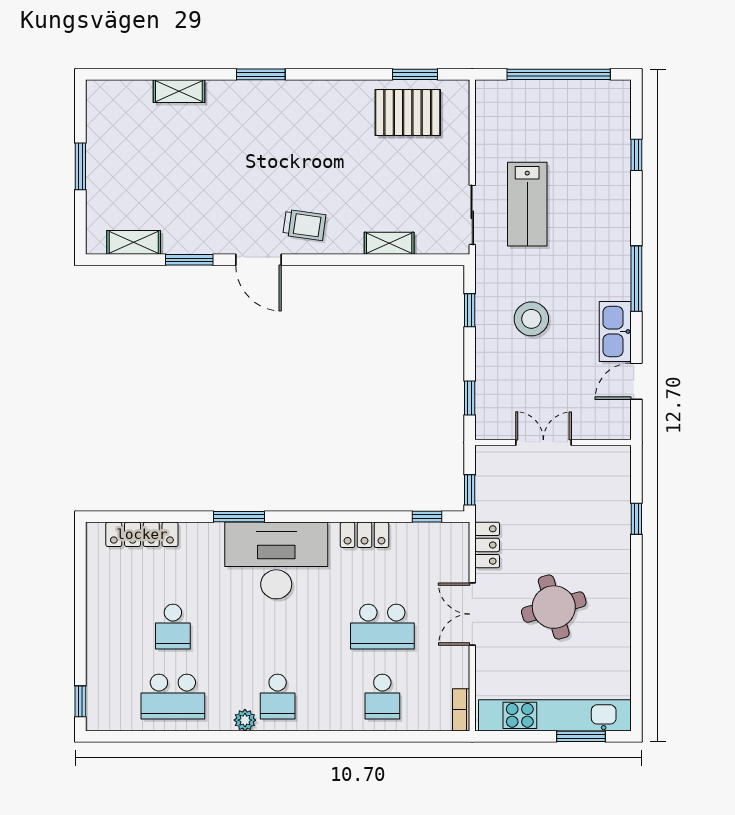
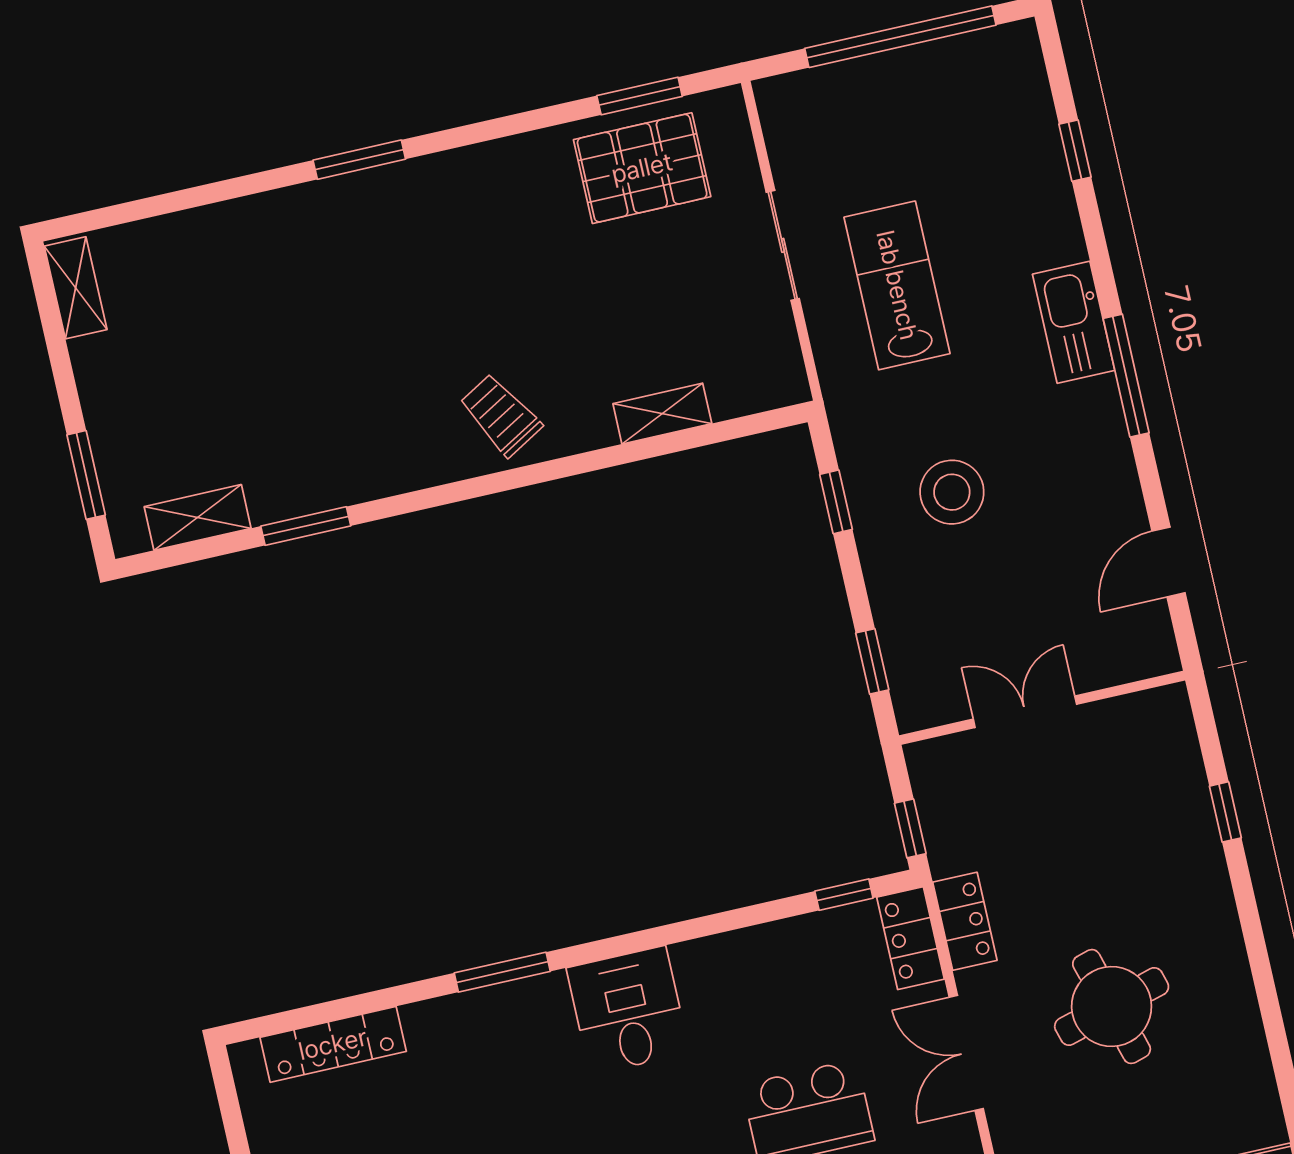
shelving: (179, 91) -> (76, 288), moved, turned 90
window: (80, 166) -> (86, 475), moved
lab bench: (527, 204) -> (897, 285), turned 180
sliding door: (472, 215) -> (783, 245), moved
trolley: (304, 225) -> (501, 415), turned -128
door: (259, 260) -> (432, 497), removed
kitchen sink: (615, 332) -> (1074, 322), moved
locker: (364, 535) -> (911, 938), moved, turned 90
desk: (276, 560) -> (628, 1010), width x0.53, depth x0.77

